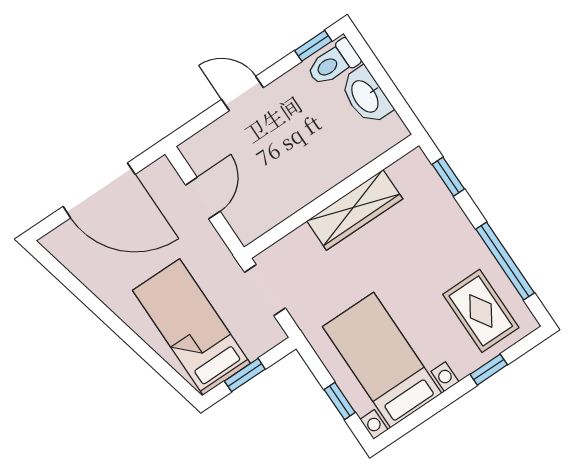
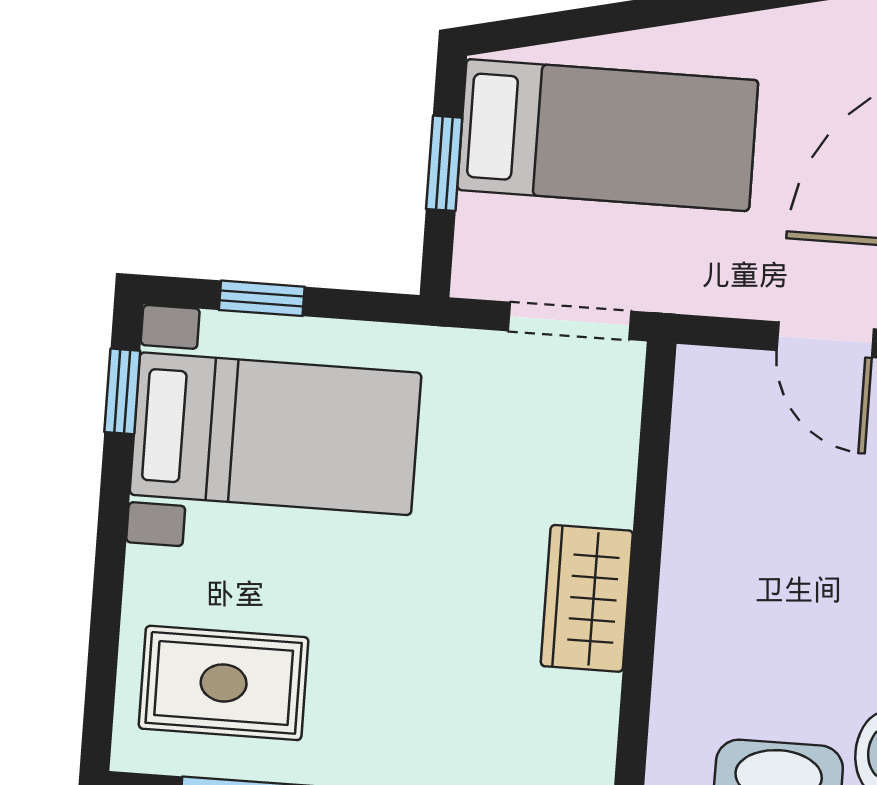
wardrobe: (355, 210) -> (587, 598), width x0.67
window: (489, 370) -> (122, 391), moved

